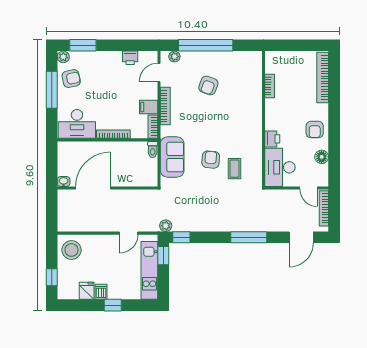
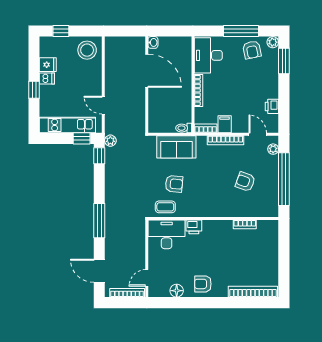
bookcase: (270, 86) -> (245, 224), moved
wall: (264, 119) -> (213, 218), moved
printer: (272, 139) -> (194, 227), moved
desk: (280, 167) -> (167, 234), moved

